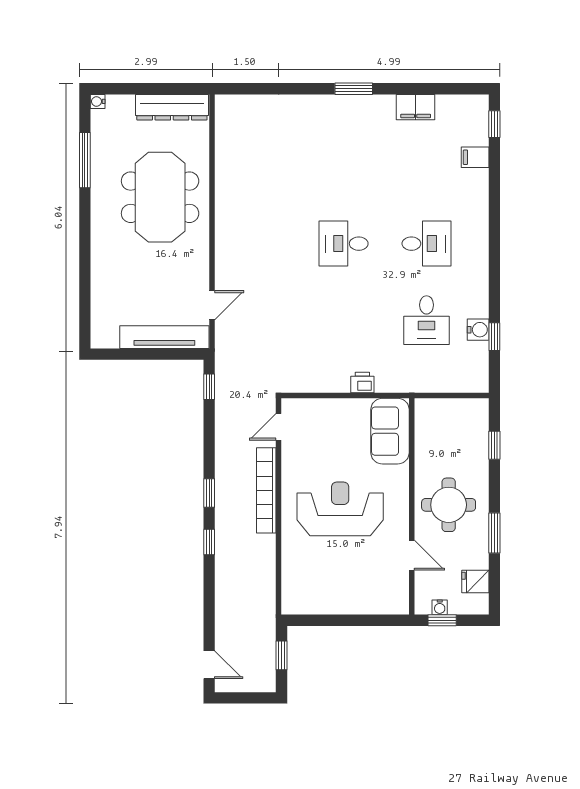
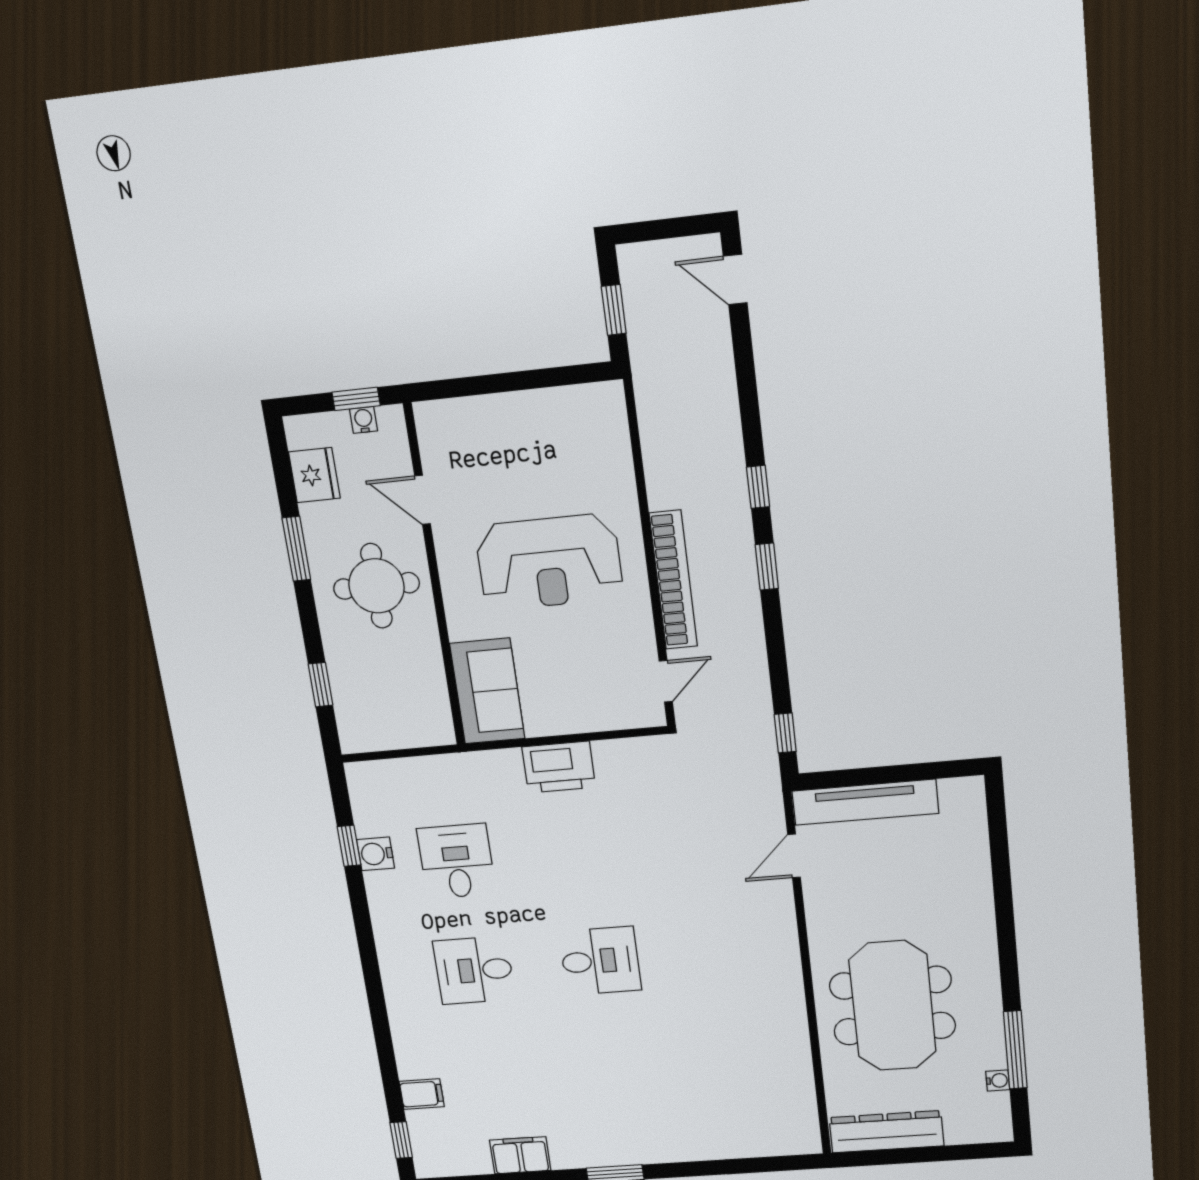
water cooler: (98, 101) -> (998, 1081), moved
printer: (362, 382) -> (559, 767), width x1.87, depth x1.48
fridge: (475, 582) -> (314, 475), width x1.38

